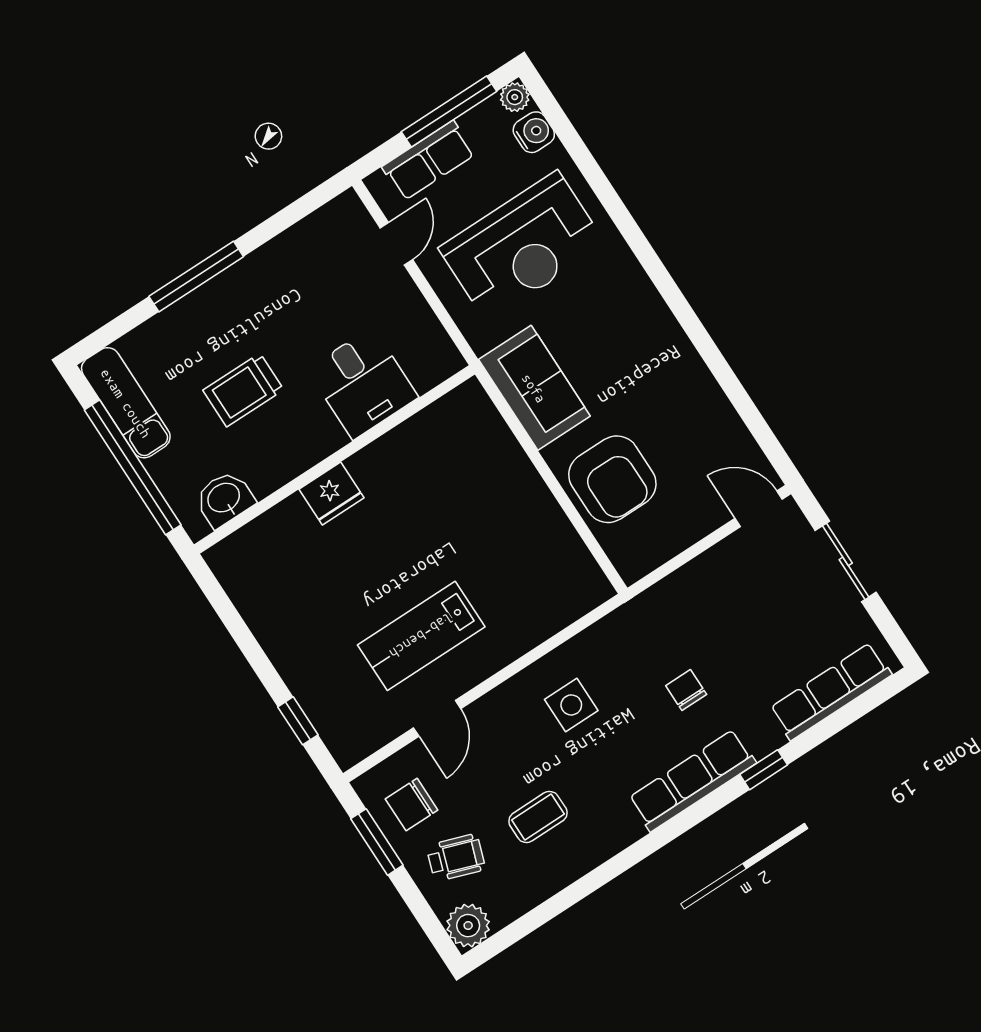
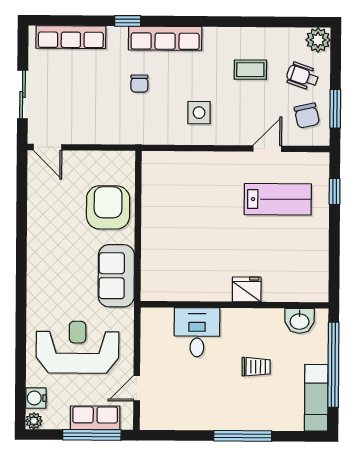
window: (449, 112) -> (92, 435), moved
trolley: (243, 390) -> (256, 367), width x0.73, depth x0.72
lab bench: (421, 636) -> (278, 199), moved
chair: (412, 805) -> (307, 116), turned 77

